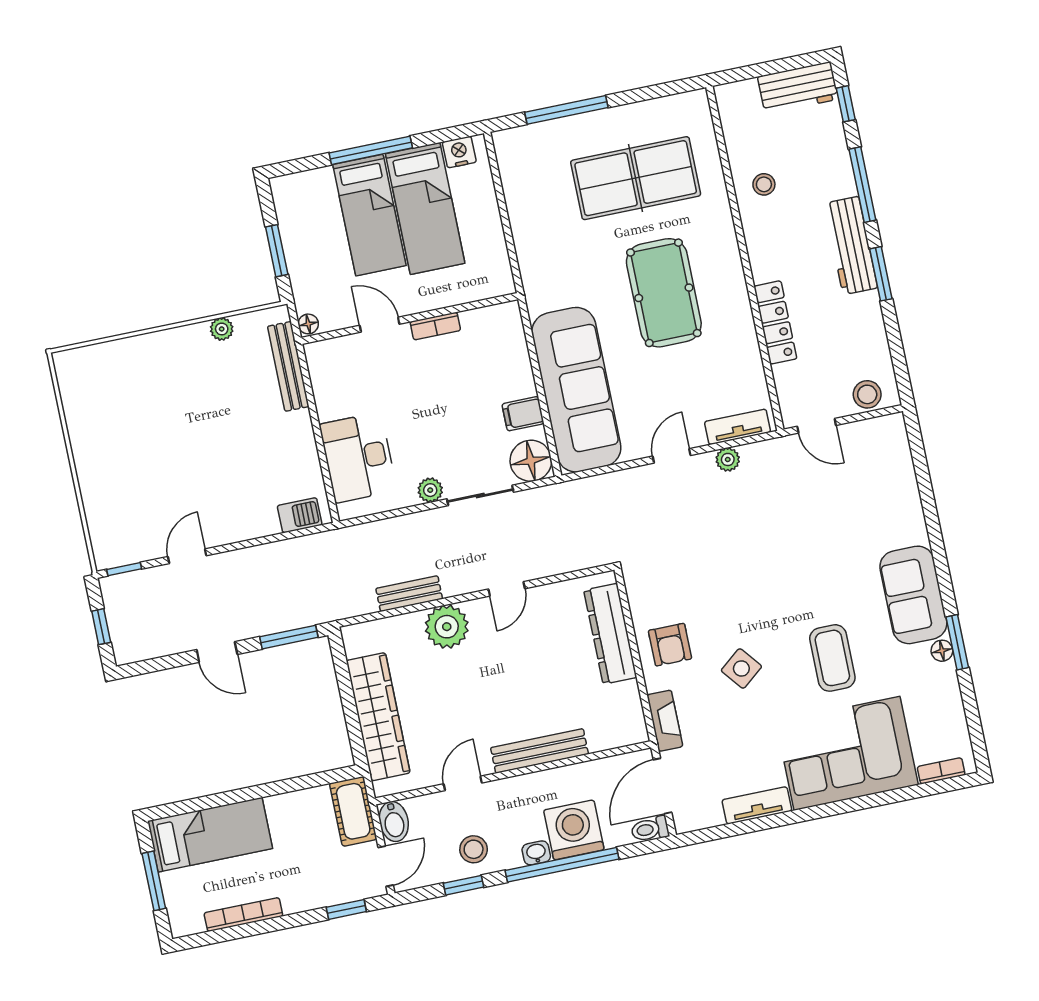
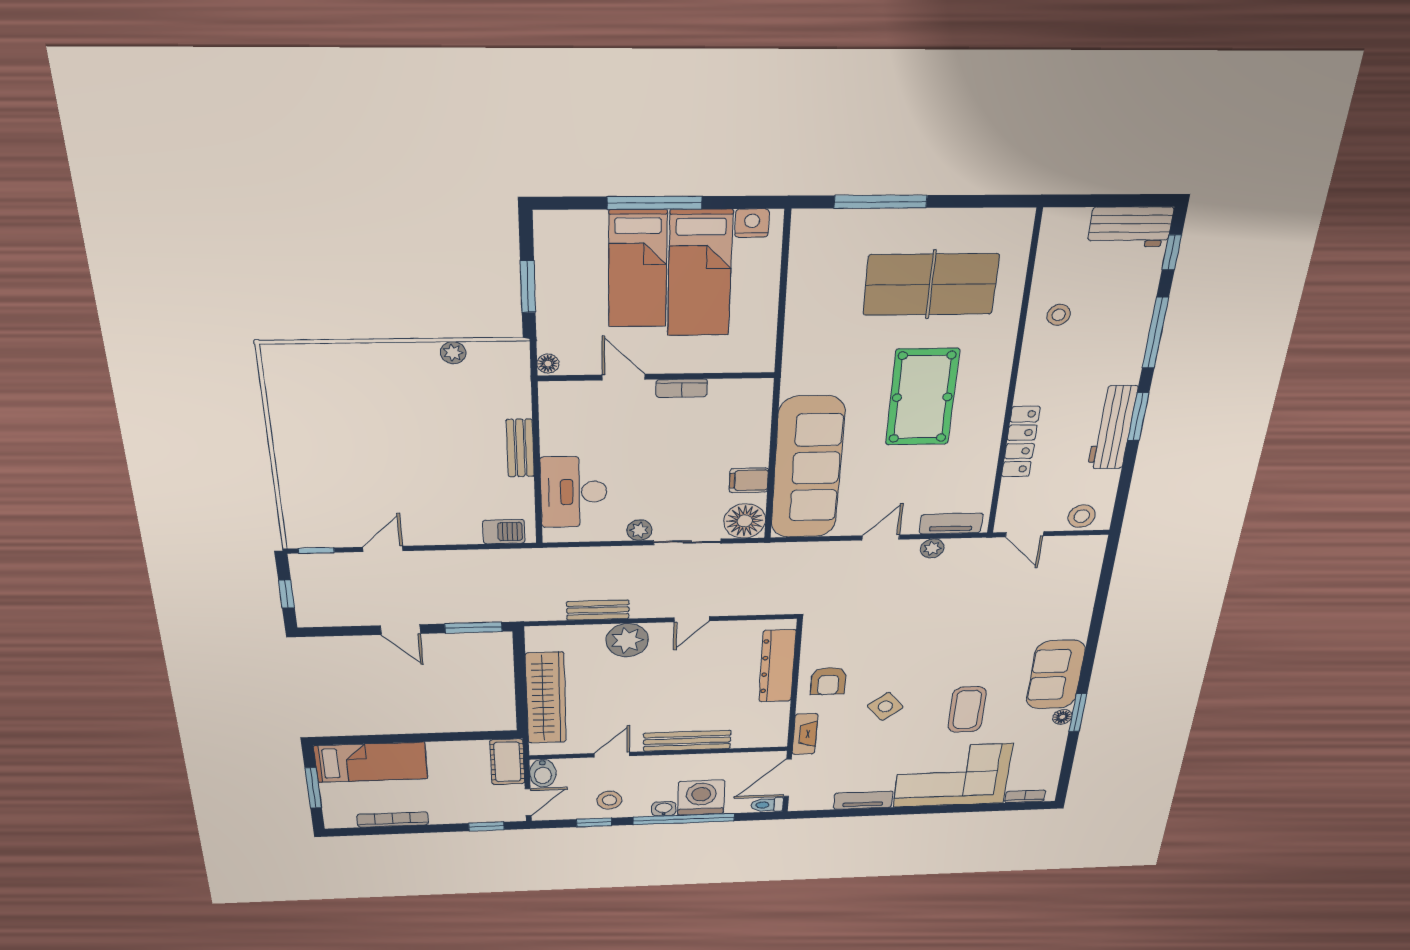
workbench: (851, 246) -> (1112, 428), moved
bench: (288, 366) -> (520, 448), moved, width x0.73

